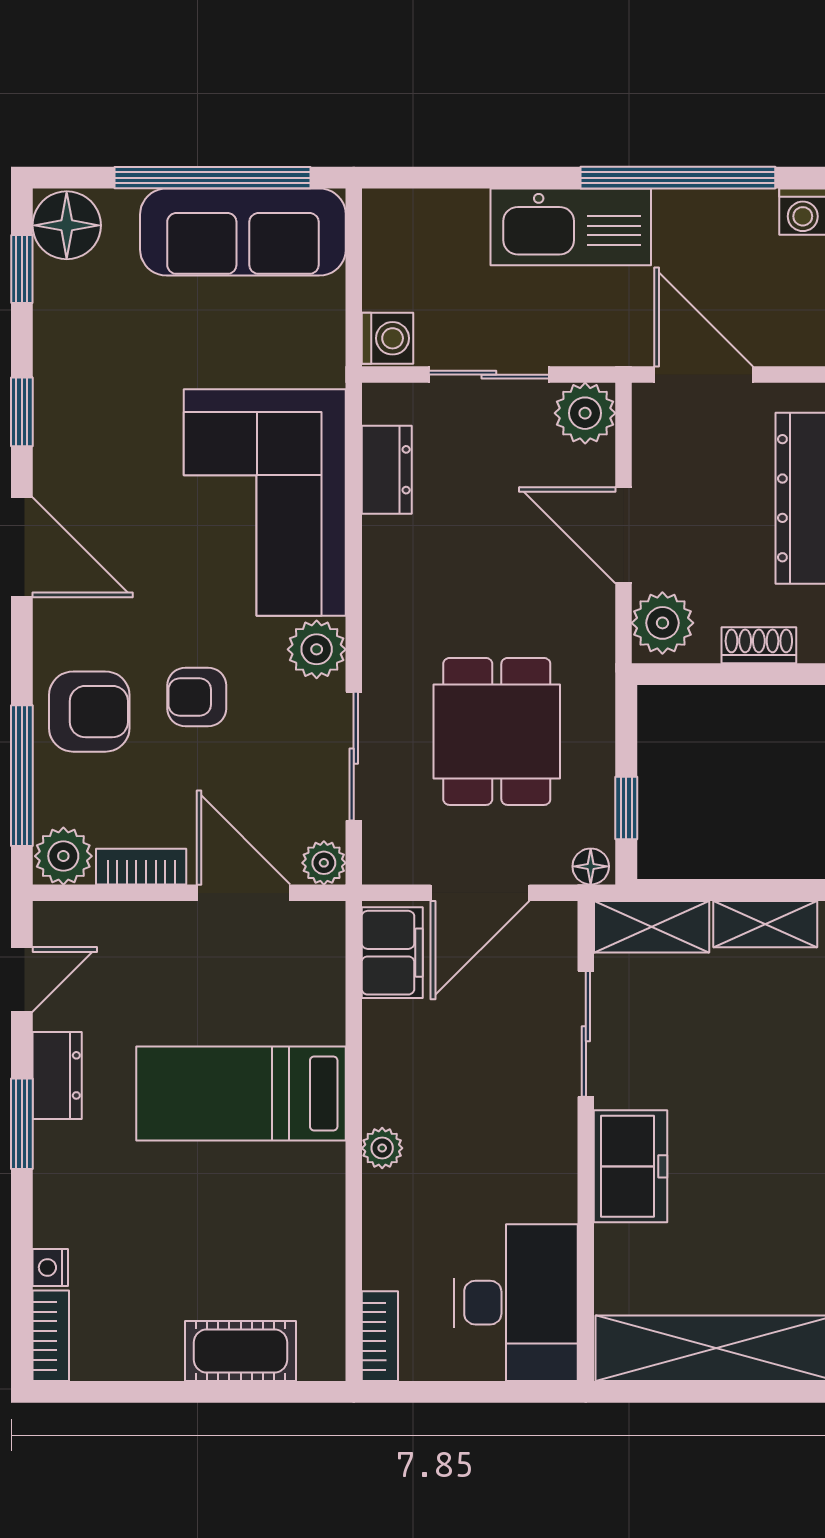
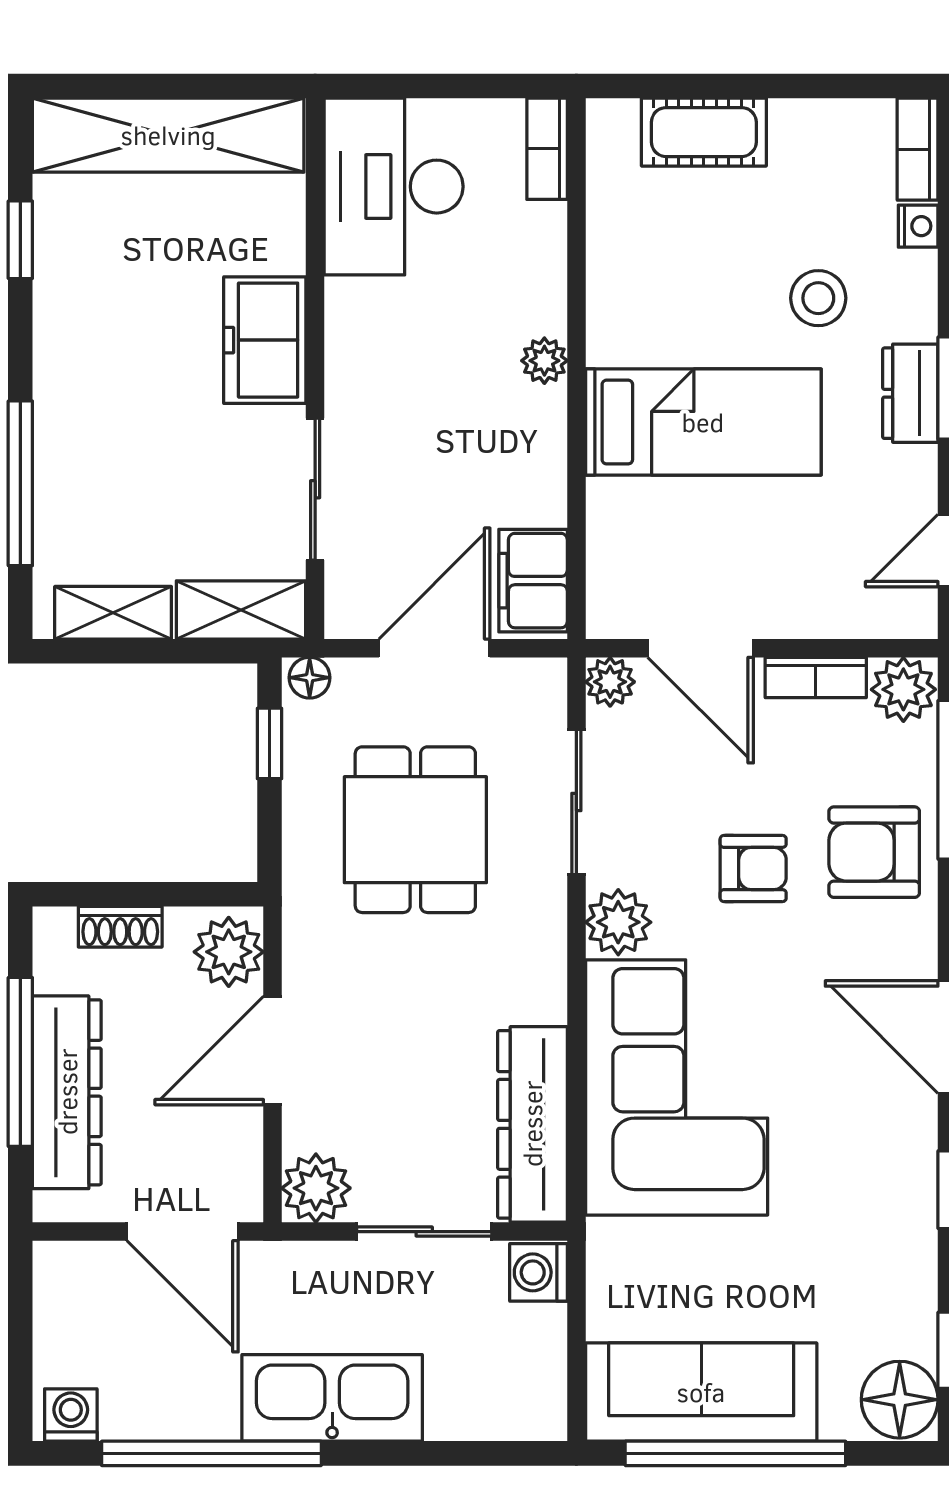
dresser: (387, 470) -> (532, 1124), width x1.96, depth x1.24
door: (624, 535) -> (273, 1051), swing flipped
dresser: (57, 1075) -> (910, 393), moved
stool: (139, 1204) -> (818, 298), added

